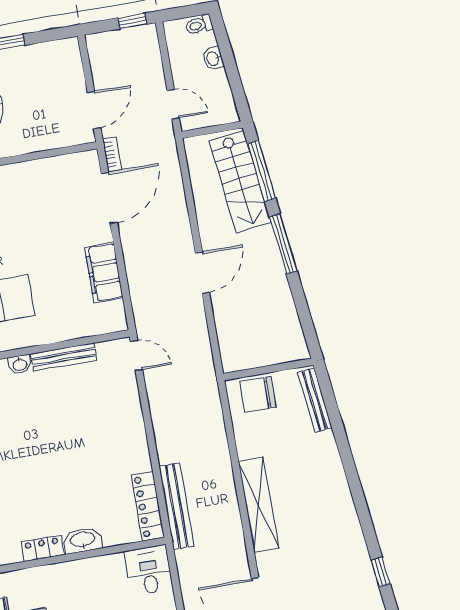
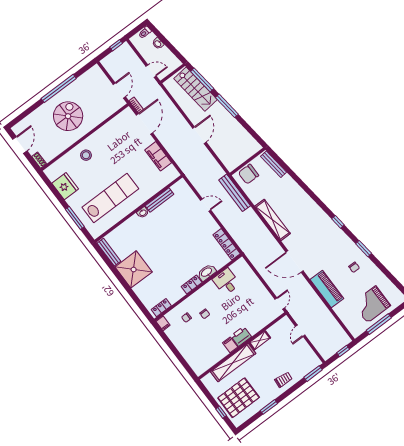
door: (136, 355) -> (206, 205), moved
bench: (177, 506) -> (235, 193), moved
desk: (149, 570) -> (226, 282), moved

